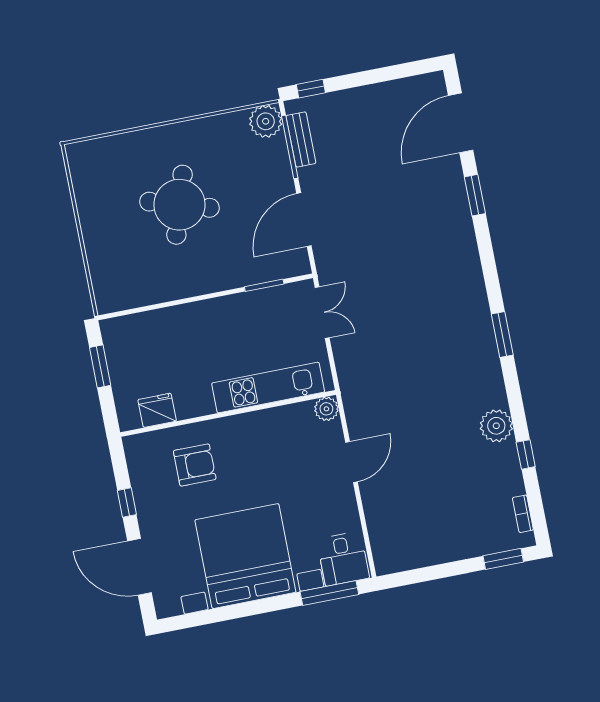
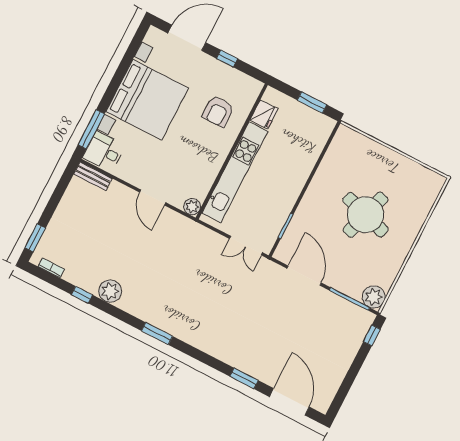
bench: (301, 139) -> (93, 176), moved
kitchen unit: (268, 388) -> (235, 172), width x1.36

